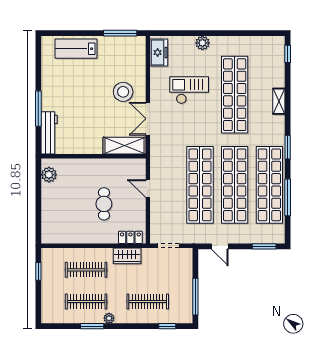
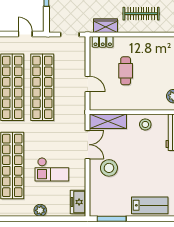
stool: (81, 142) -> (145, 124), added

